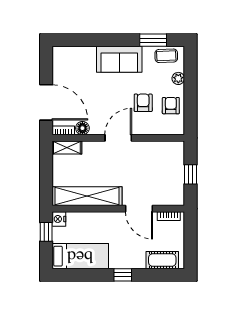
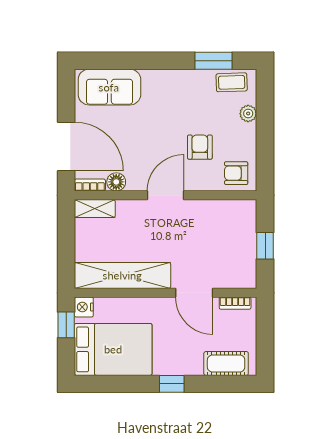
sofa: (119, 59) -> (109, 87), moved
armchair: (171, 106) -> (236, 173), moved, turned -90
bed: (80, 256) -> (113, 349), width x1.50

